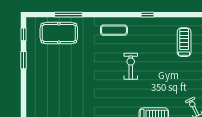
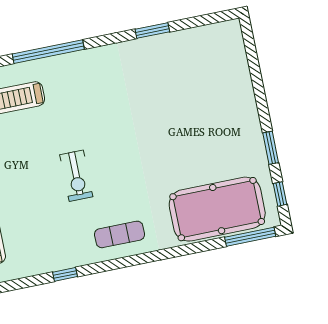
window: (68, 15) -> (250, 237), moved
pool table: (59, 33) -> (217, 209), width x1.36, depth x1.32

